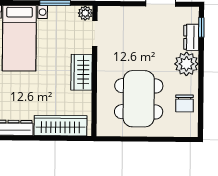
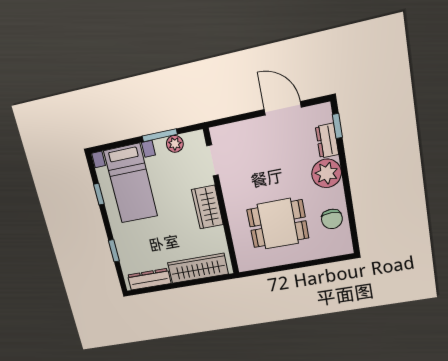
plant: (85, 13) -> (175, 144), moved
dining table: (139, 99) -> (278, 224), width x0.73

